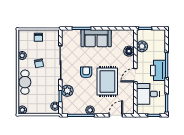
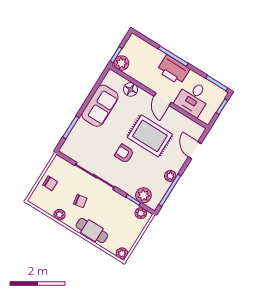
sofa: (96, 38) -> (100, 106), moved
plant: (142, 46) -> (121, 63), moved
plant: (67, 91) -> (143, 195), moved

